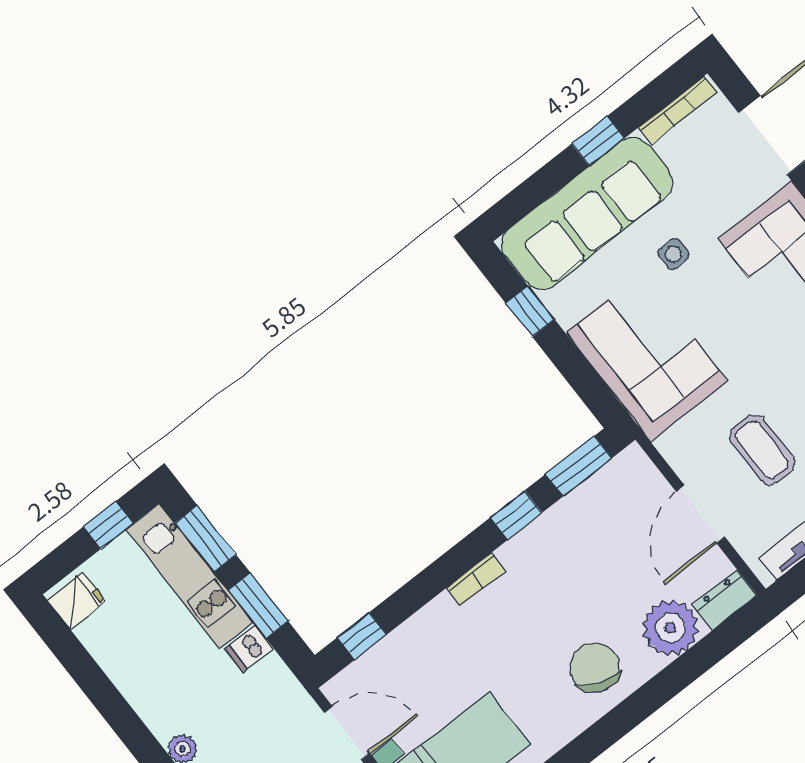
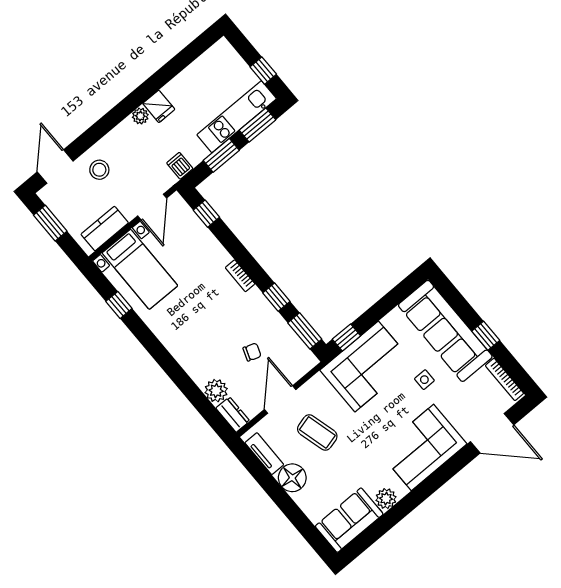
window: (530, 311) -> (346, 338), moved
coffee table: (762, 450) -> (317, 432), turned 75
door: (701, 514) -> (280, 400), hinge flipped
fridge: (76, 600) -> (159, 106), moved
plant: (670, 628) -> (216, 391), width x0.73, depth x0.73
dishwasher: (249, 649) -> (180, 166), moved
chair: (595, 668) -> (252, 352), moved, width x0.54, depth x0.54

